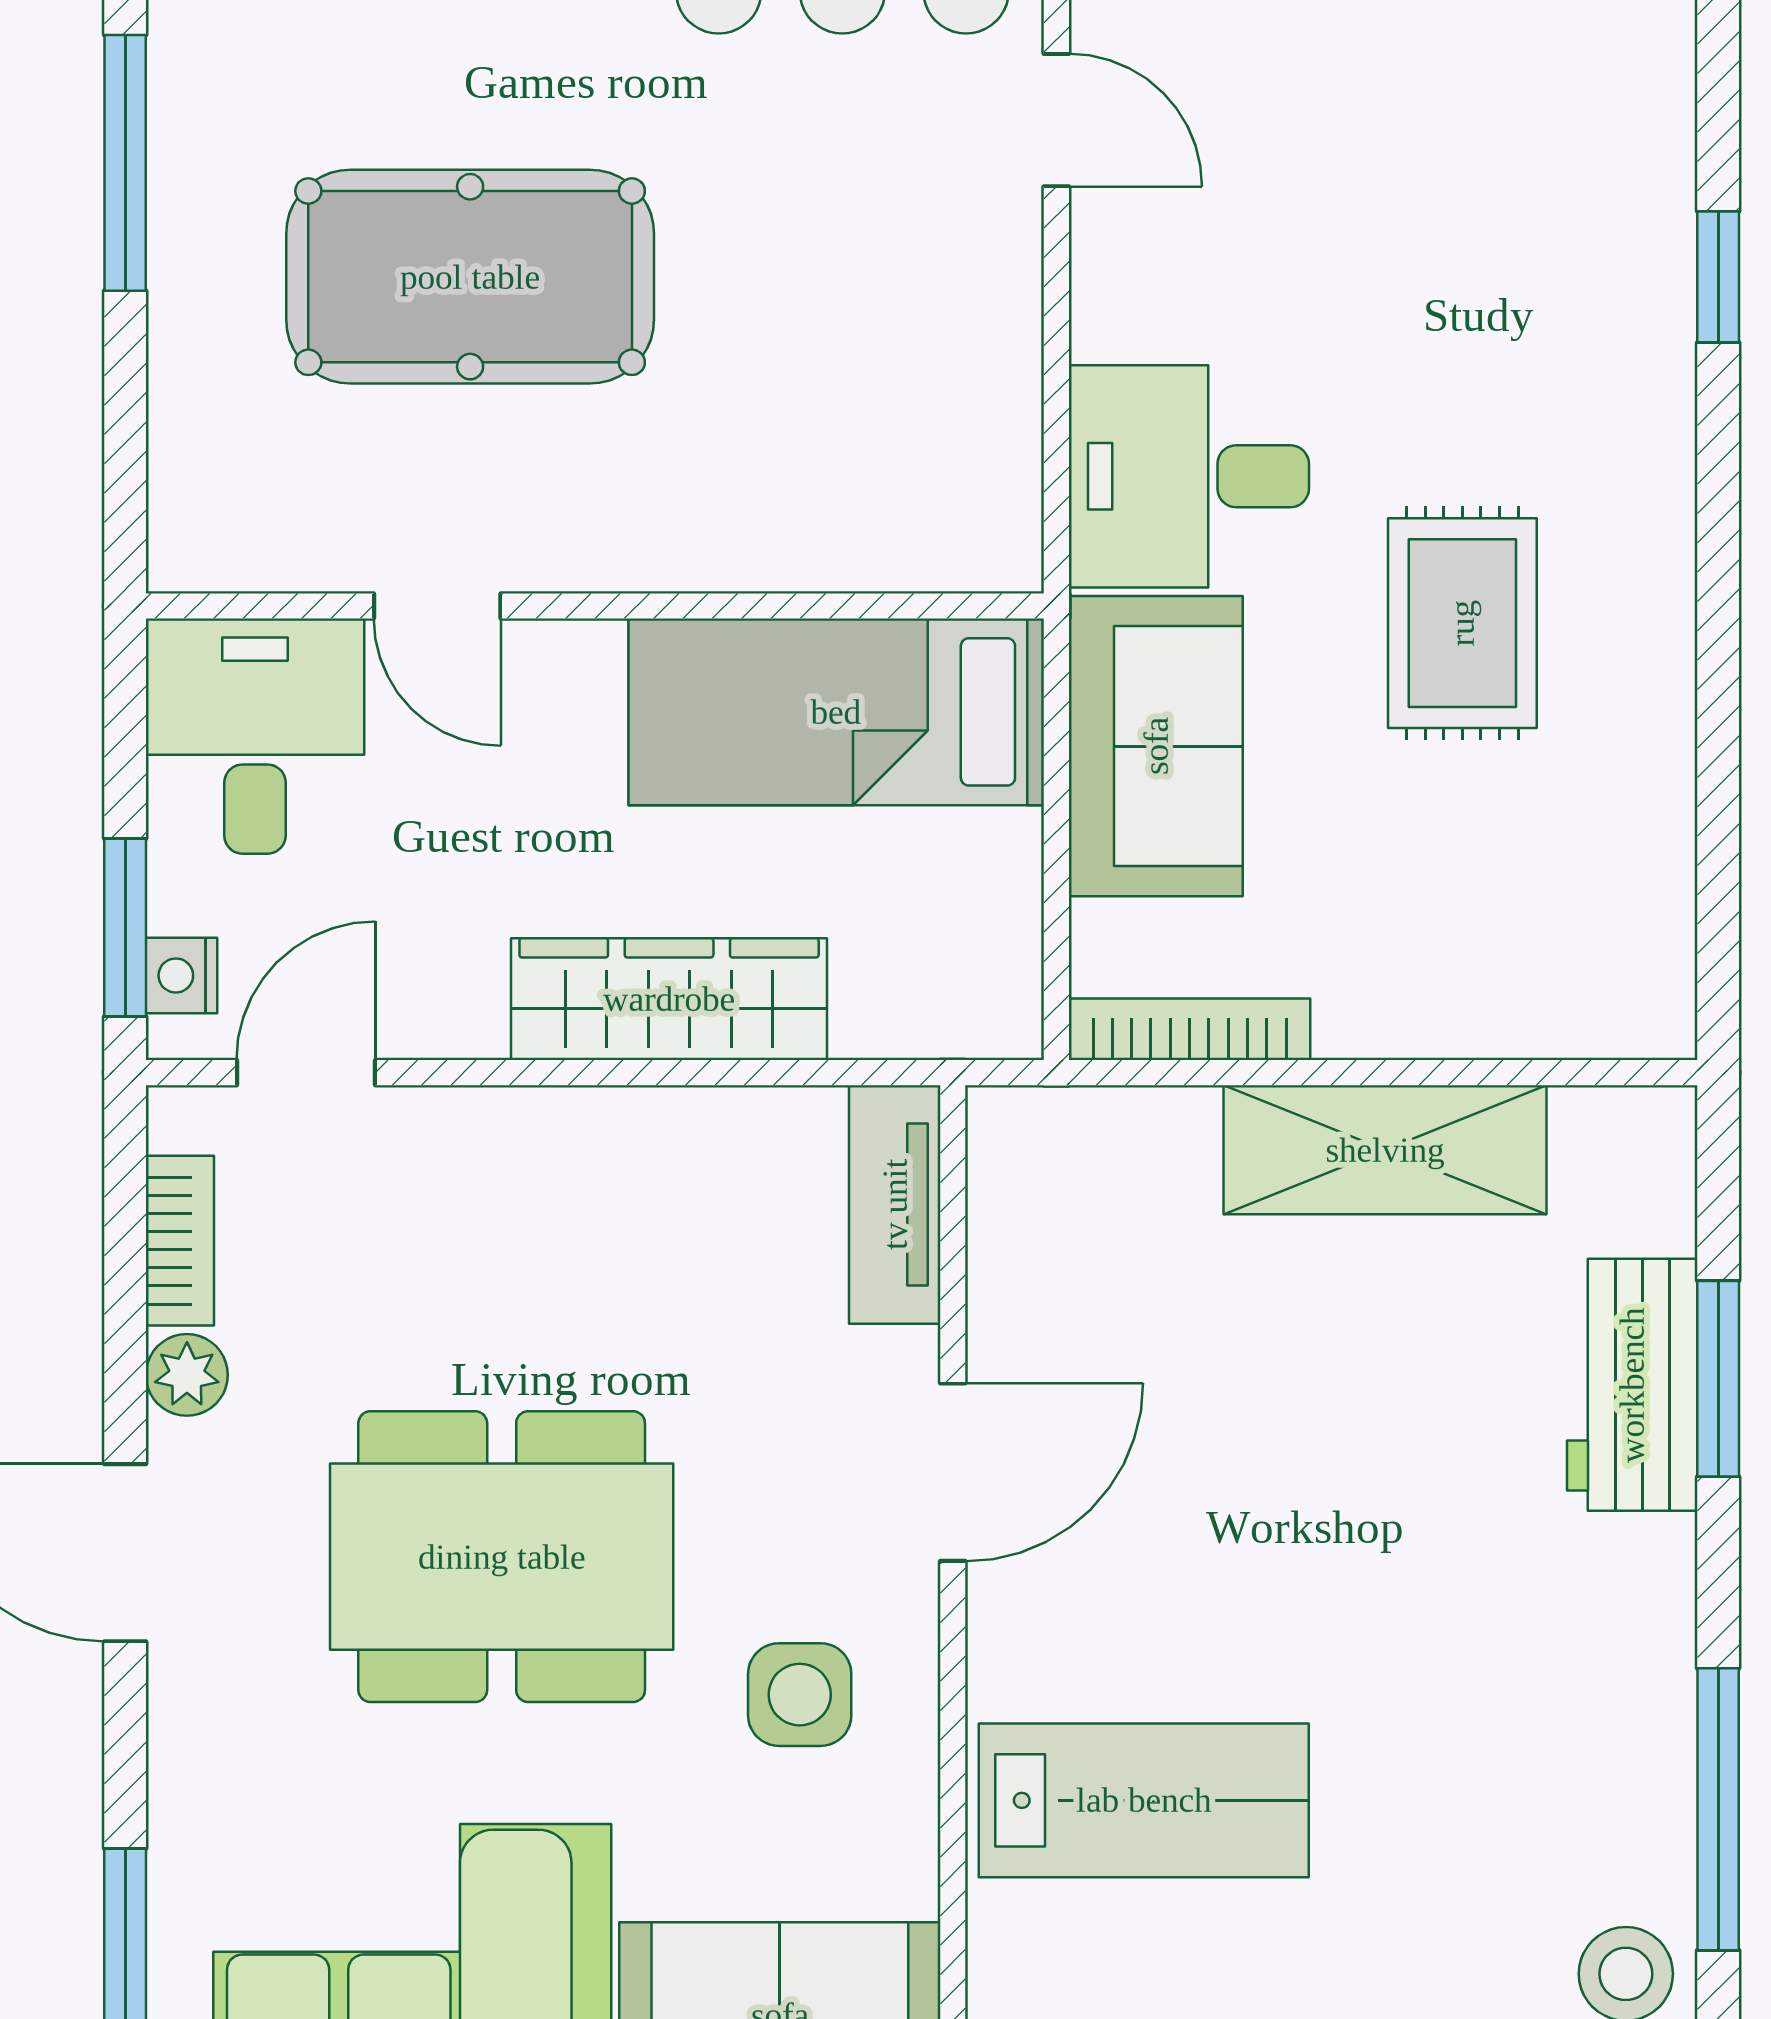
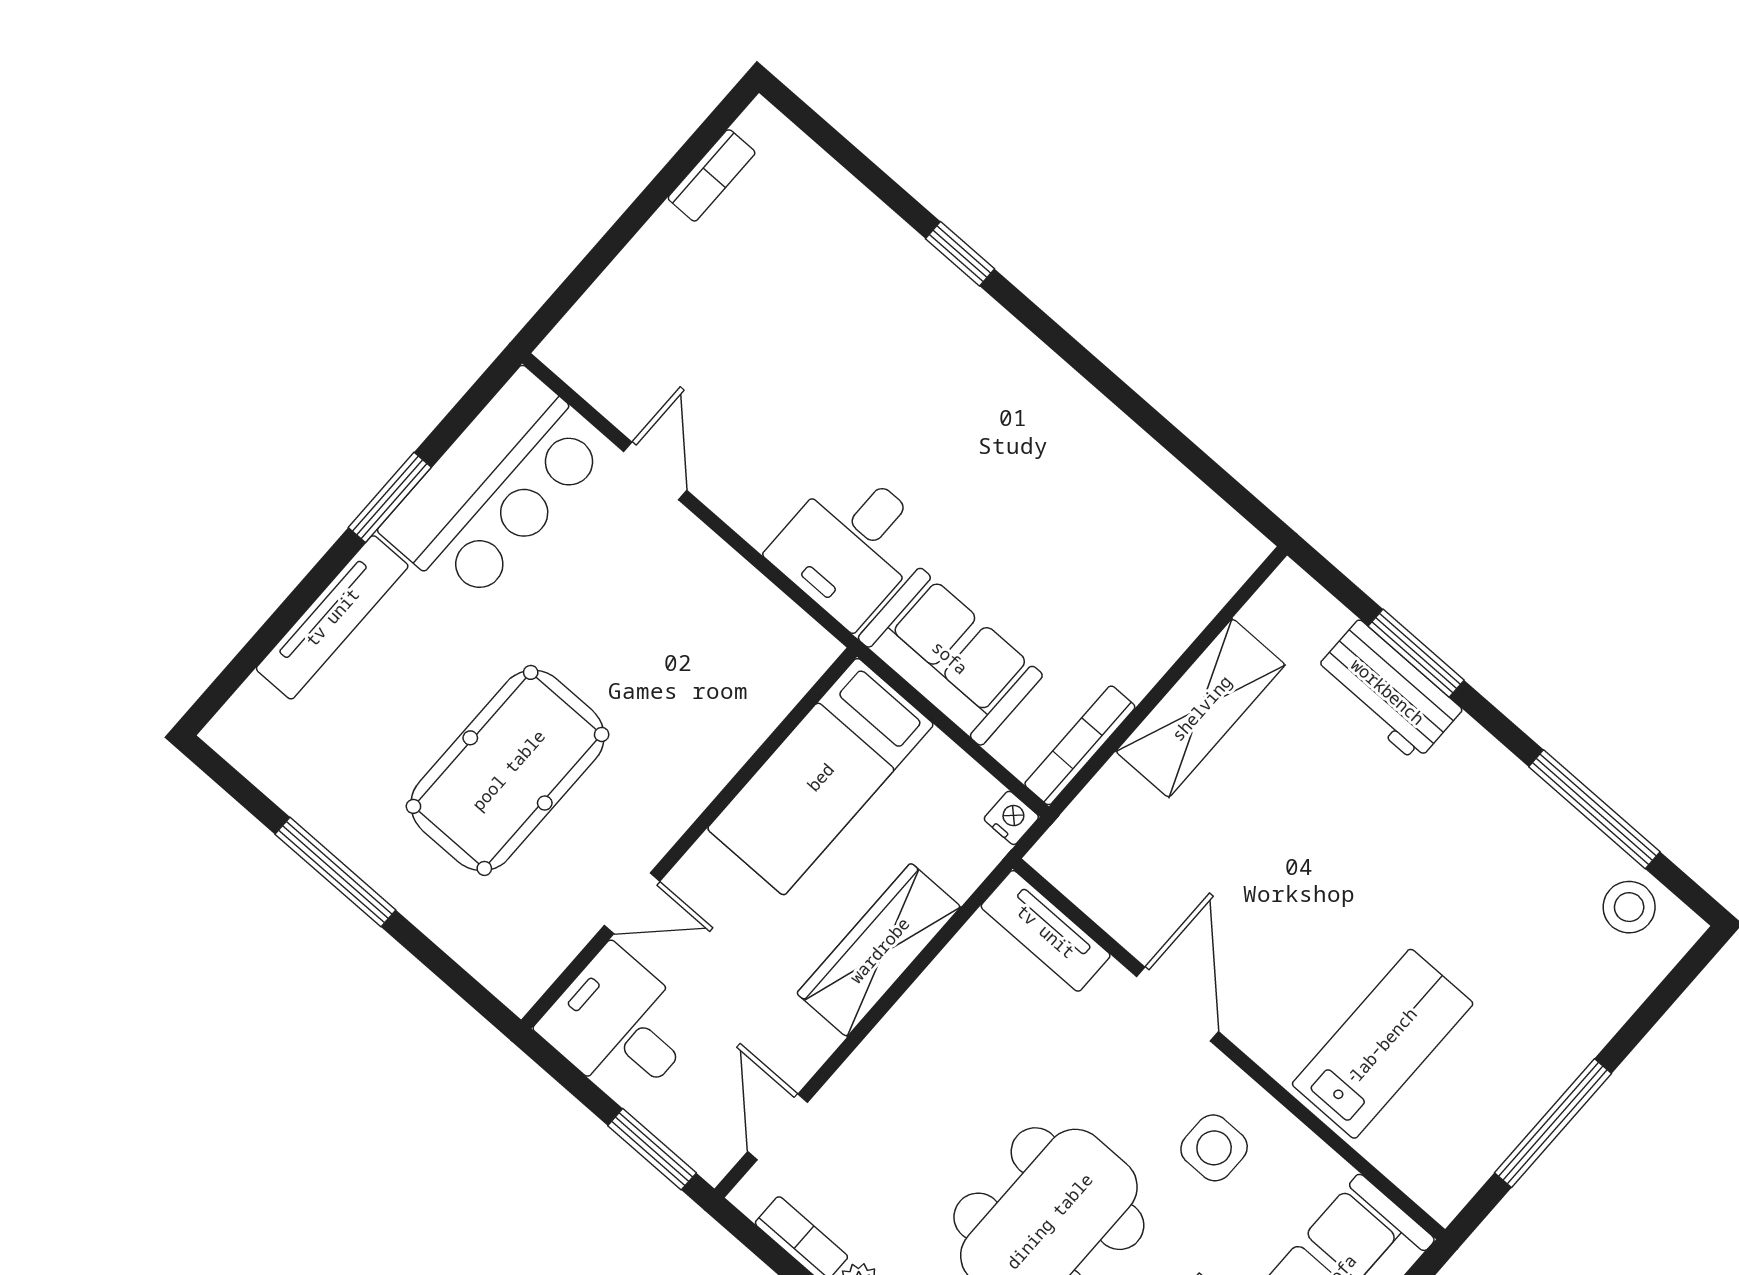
door: (1056, 120) -> (655, 471), hinge flipped
rug: (1462, 623) -> (1011, 485), removed
nightstand: (182, 975) -> (1011, 818), moved, turned 180

